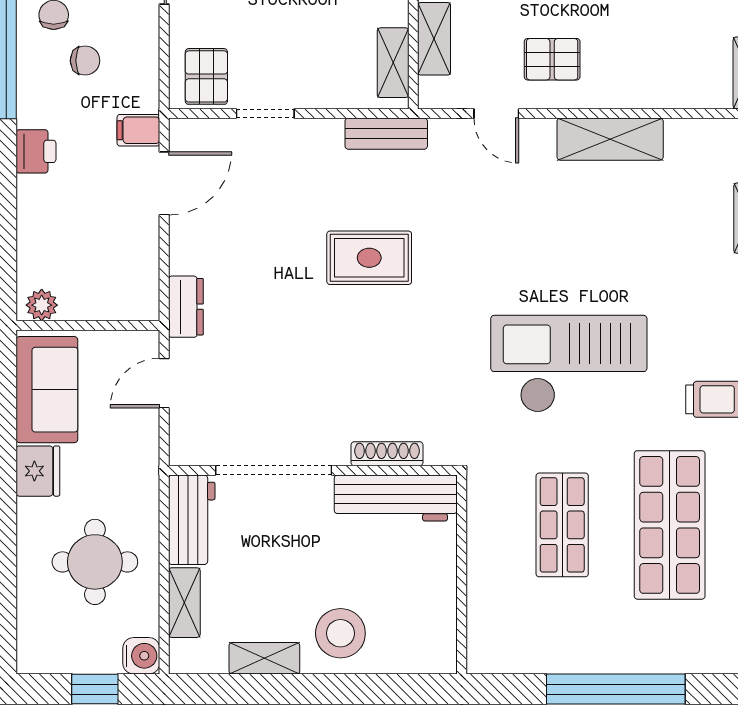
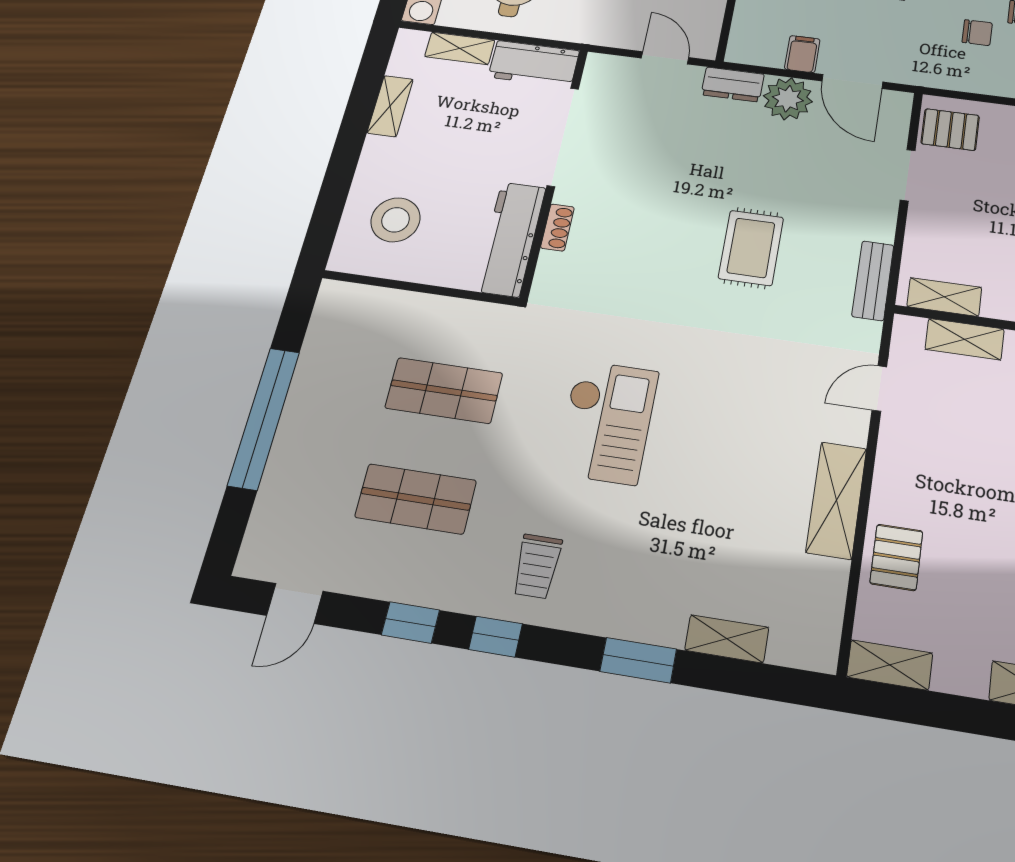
pallet: (552, 59) -> (896, 557), moved
chair: (85, 61) -> (977, 33), turned -90
filing cabinet: (138, 130) -> (802, 54), moved
plant: (195, 247) -> (788, 99), added
checkout: (569, 364) -> (607, 422), width x0.73, depth x0.83
shoe rack: (387, 454) -> (557, 228), width x0.70
shop shelf: (670, 525) -> (416, 499), width x0.70, depth x0.74
stool: (340, 633) -> (395, 220), moved

